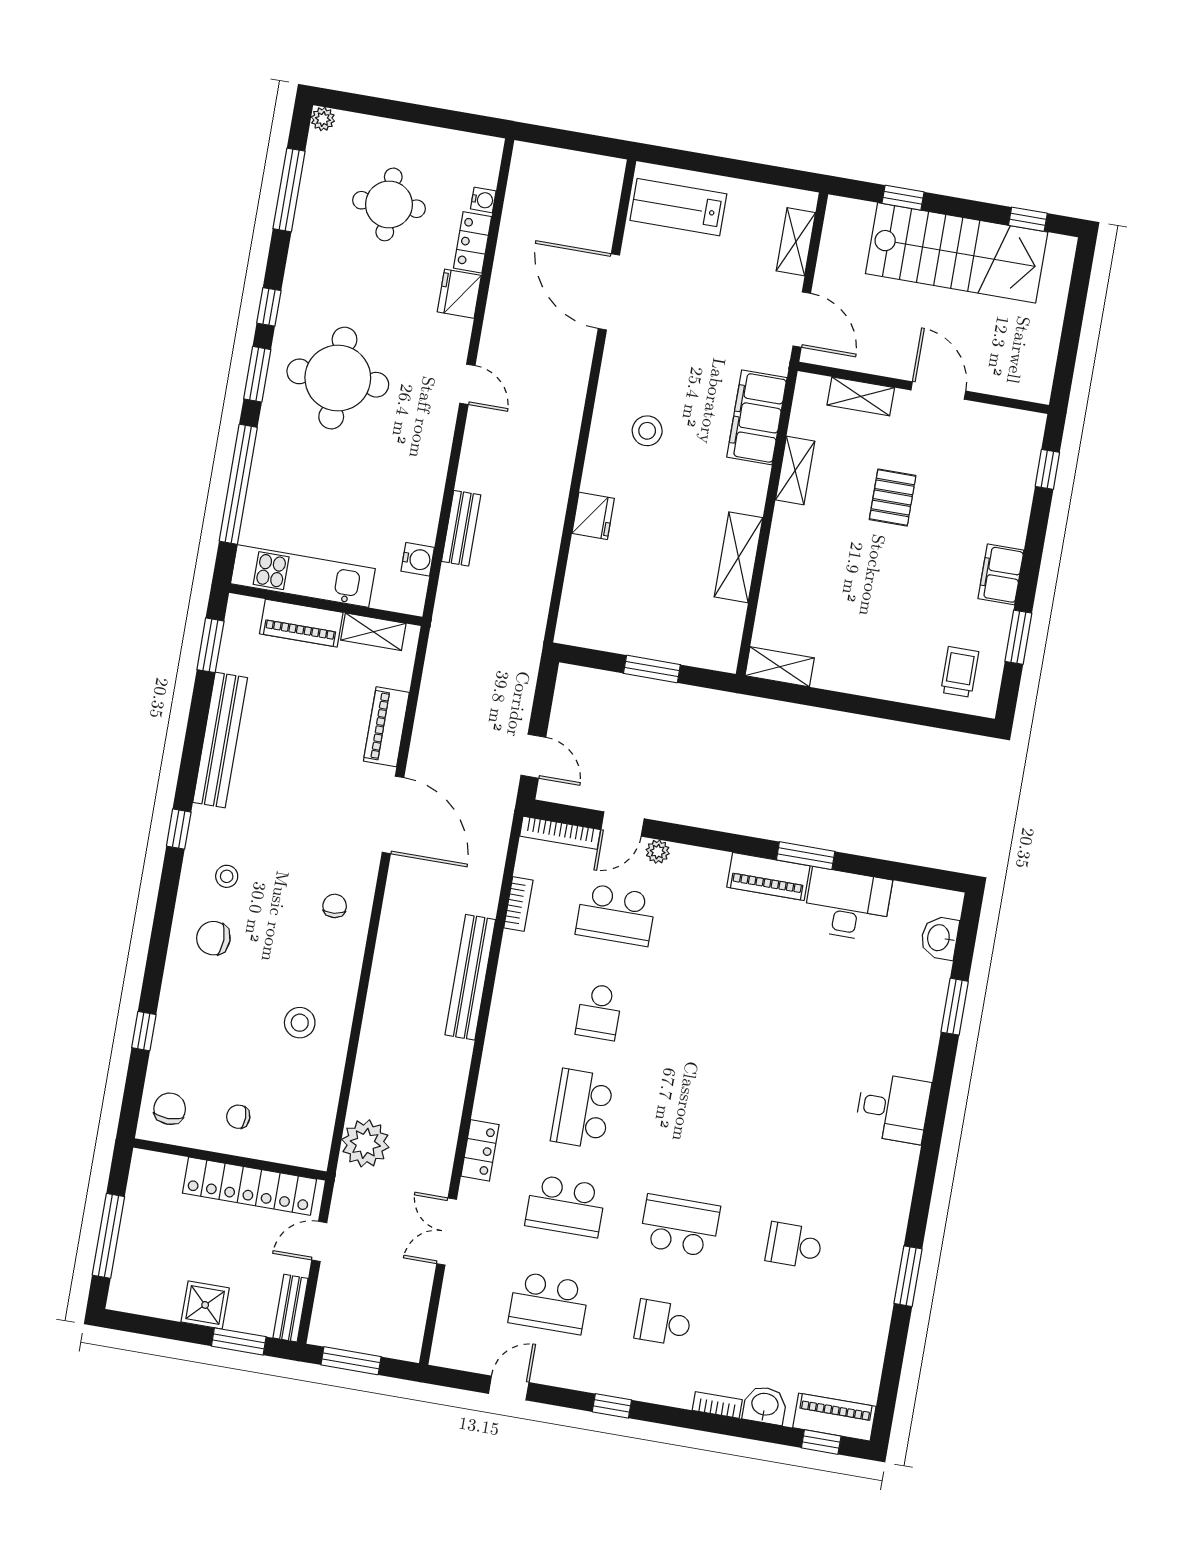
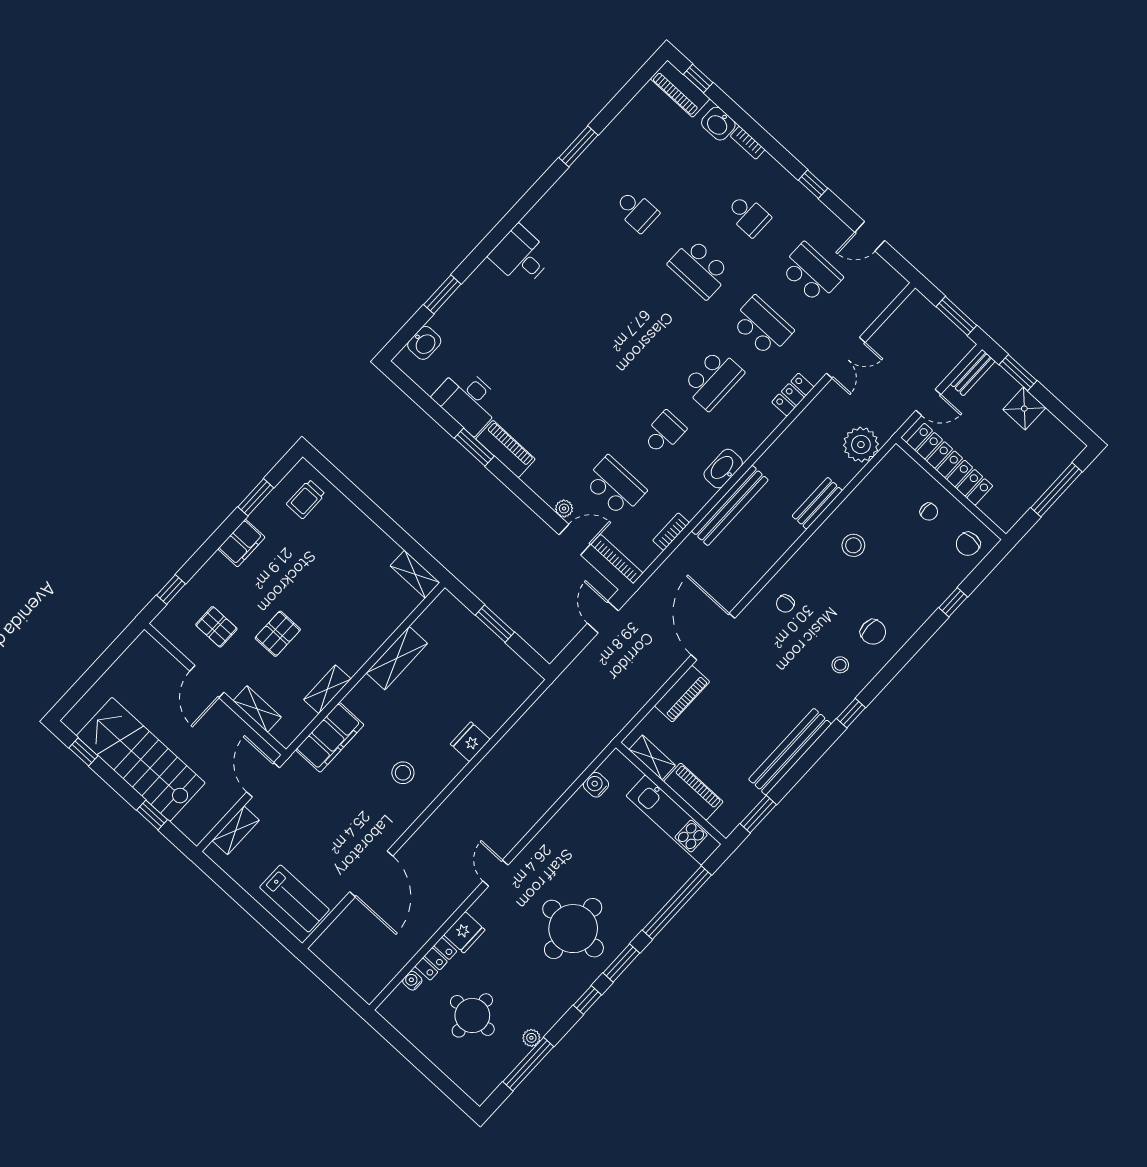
plant: (323, 119) -> (531, 1038), moved
pallet: (968, 460) -> (216, 627), added
bench: (461, 528) -> (817, 503), moved
washbasin: (505, 1014) -> (723, 469), added

